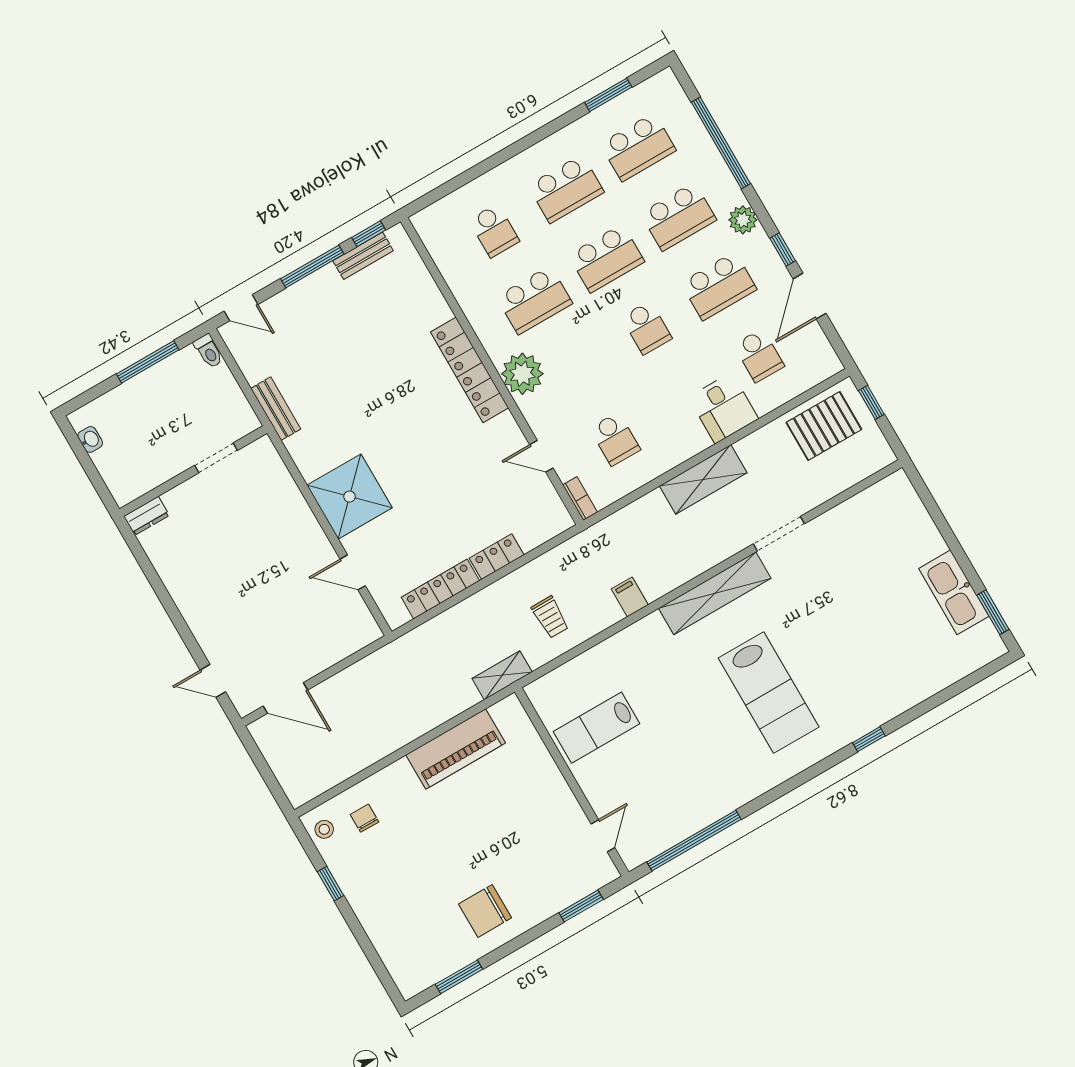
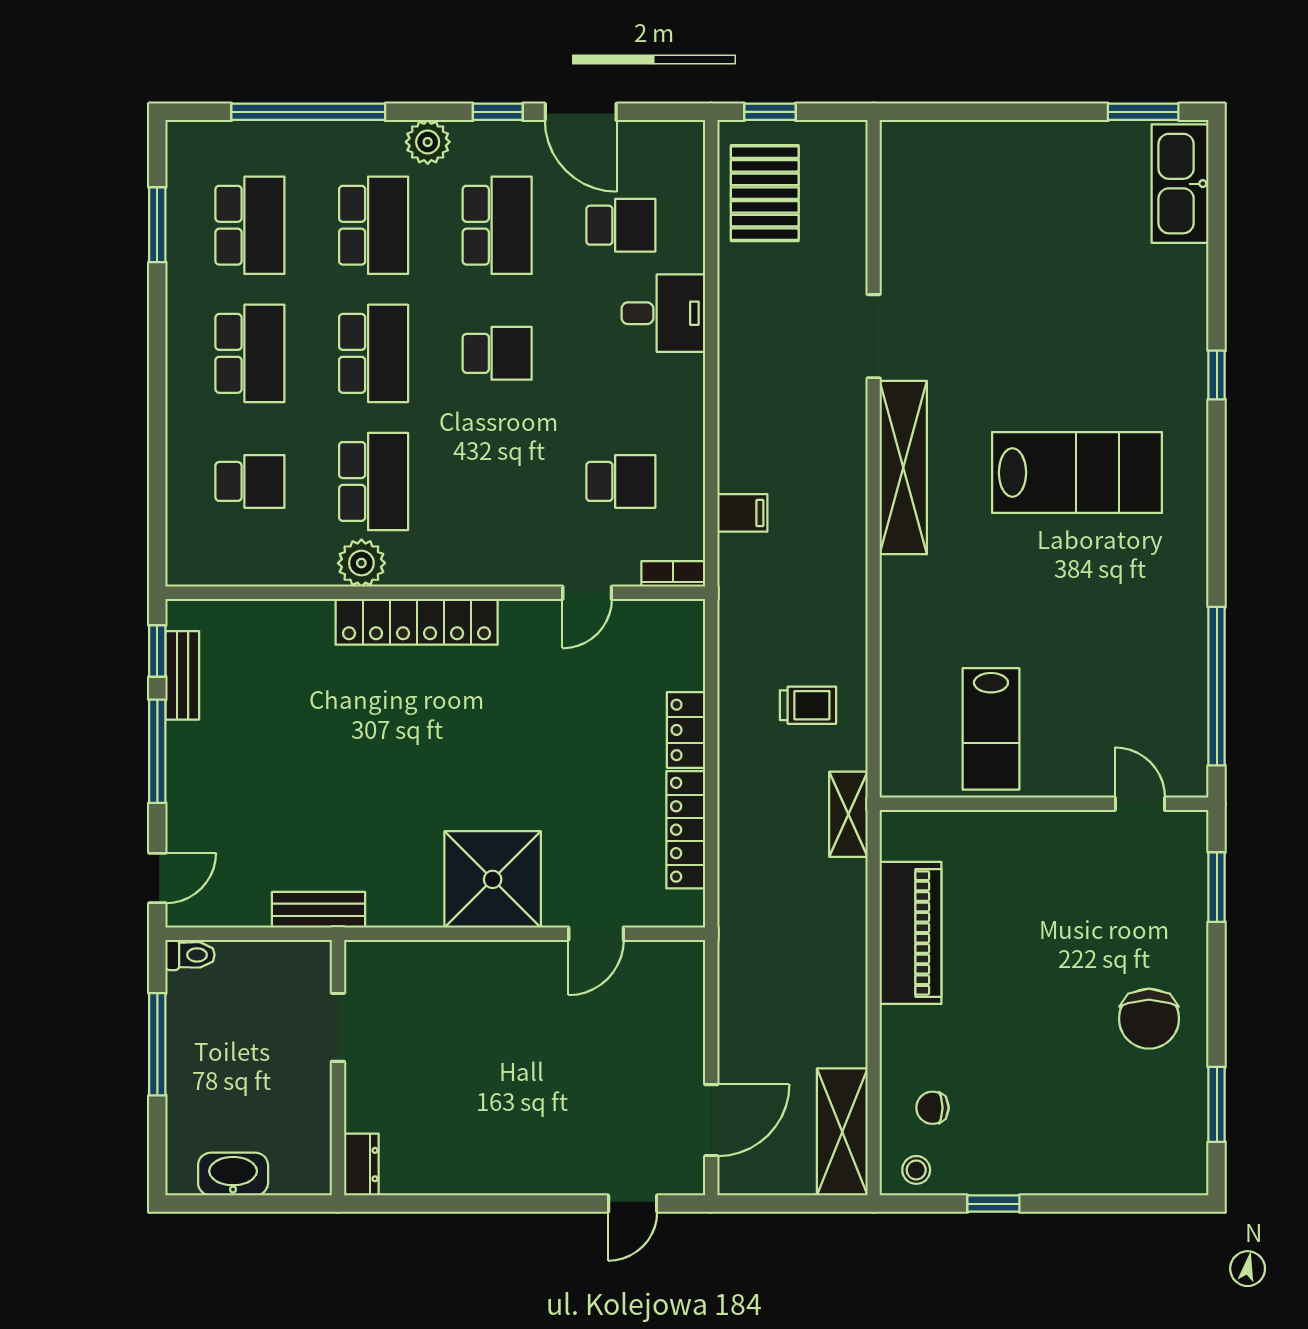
plant: (522, 374) -> (361, 563), moved, width x0.73, depth x0.73
washbasin: (90, 439) -> (233, 1174), width x1.91, depth x1.45
shelving: (703, 479) -> (842, 1132), moved
kitchen sink: (954, 592) -> (1180, 184), moved, turned 90
filing cabinet: (630, 597) -> (742, 513), moved, turned 180

